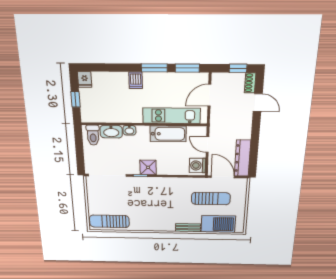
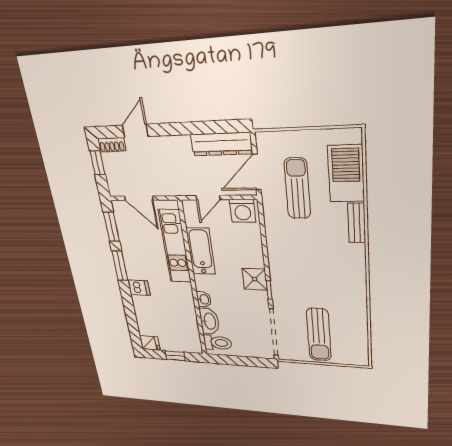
sun lounger: (109, 221) -> (319, 335), moved

